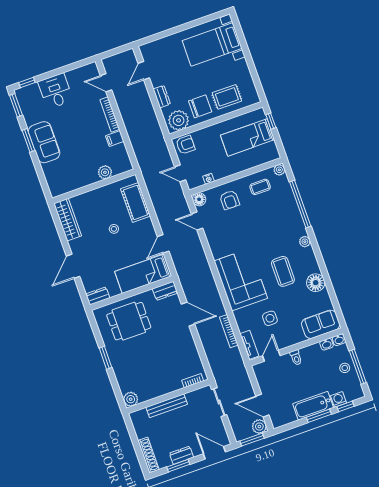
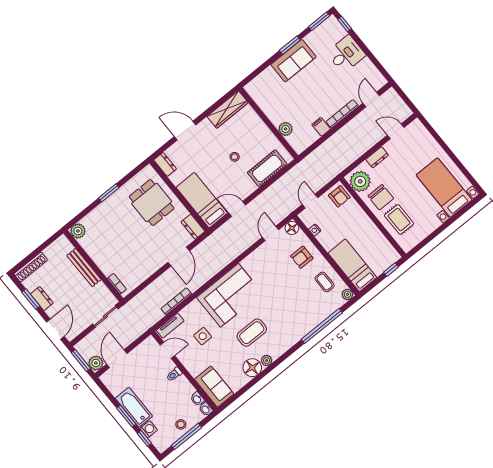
bed: (247, 137) -> (352, 265), moved
plant: (305, 242) -> (267, 360), moved

